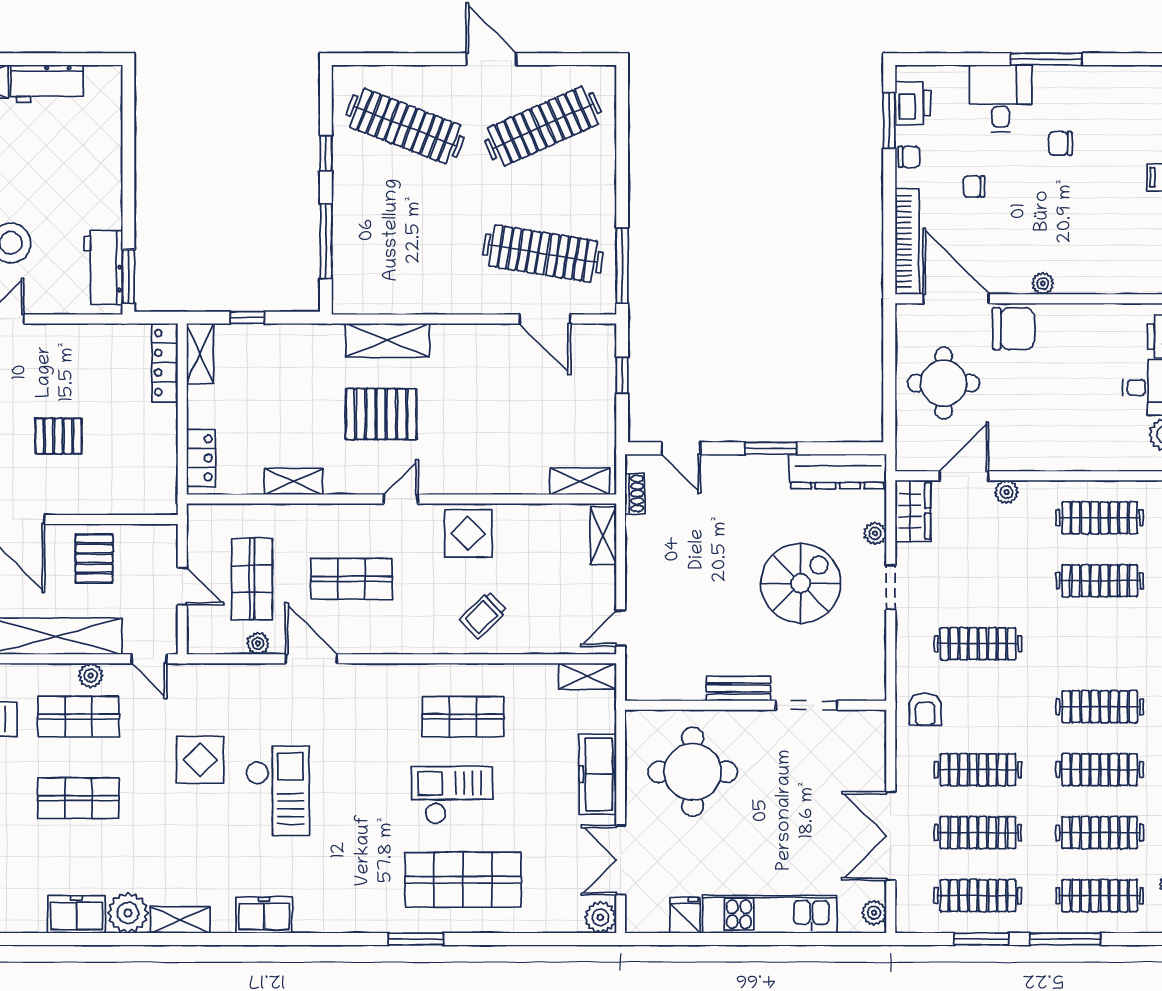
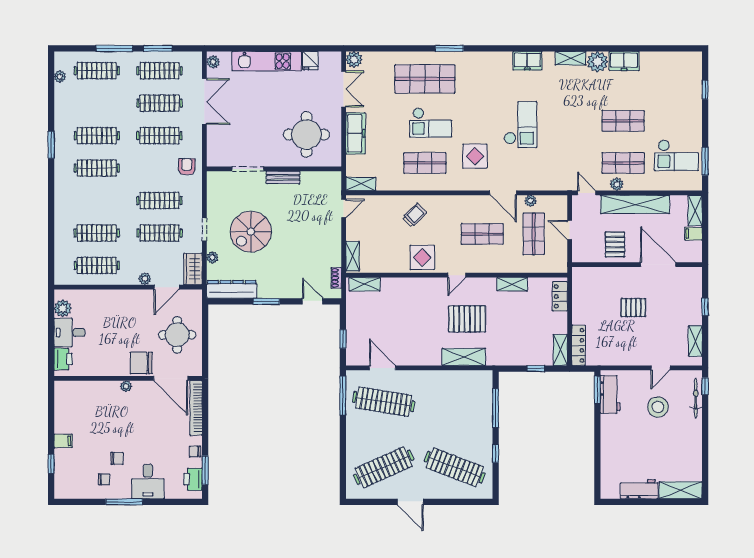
chair: (974, 187) -> (104, 479), moved
display table: (200, 760) -> (475, 156), moved
checkout: (277, 791) -> (520, 125), turned 180
clothes rail: (1100, 833) -> (159, 233), moved

